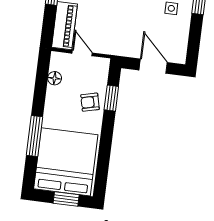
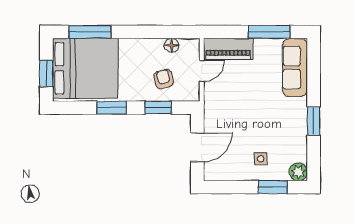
armchair: (90, 102) -> (164, 79), moved
window: (34, 136) -> (90, 32), moved
window: (106, 142) -> (112, 108), added

